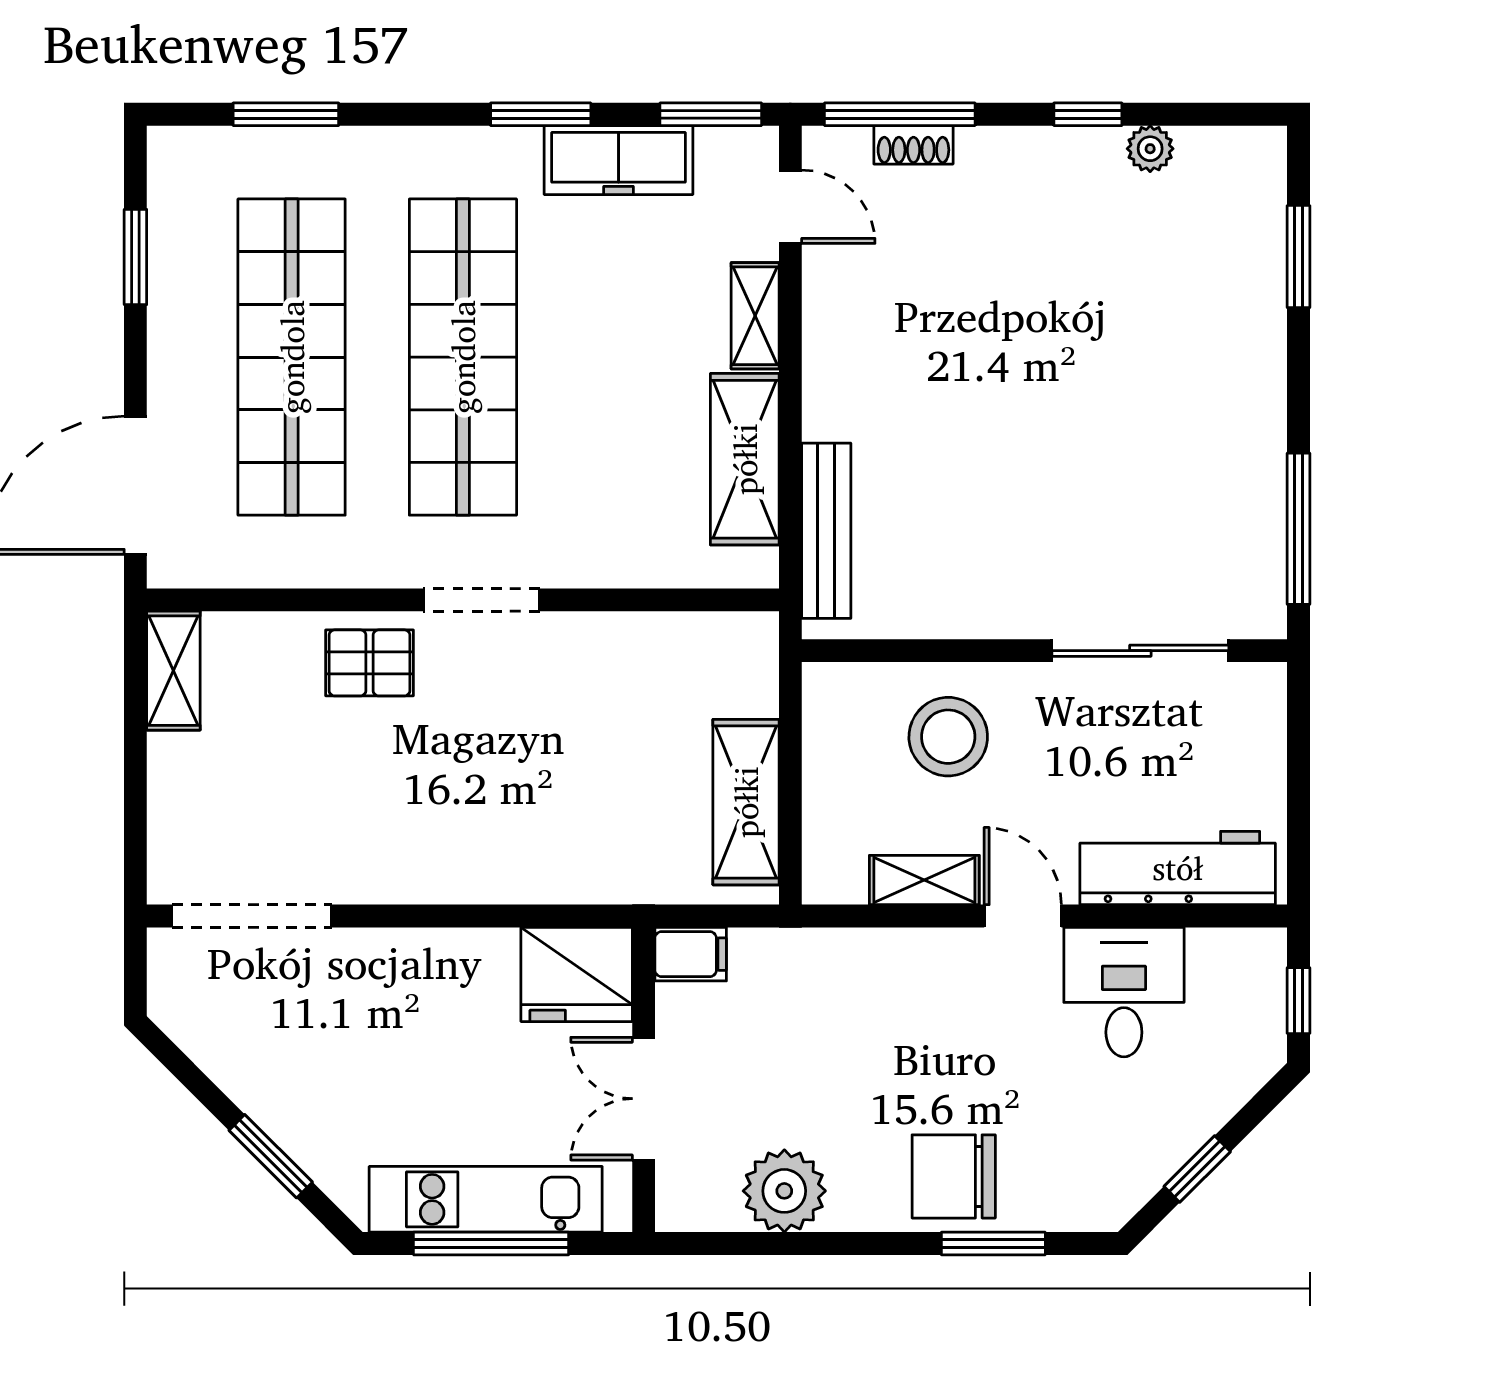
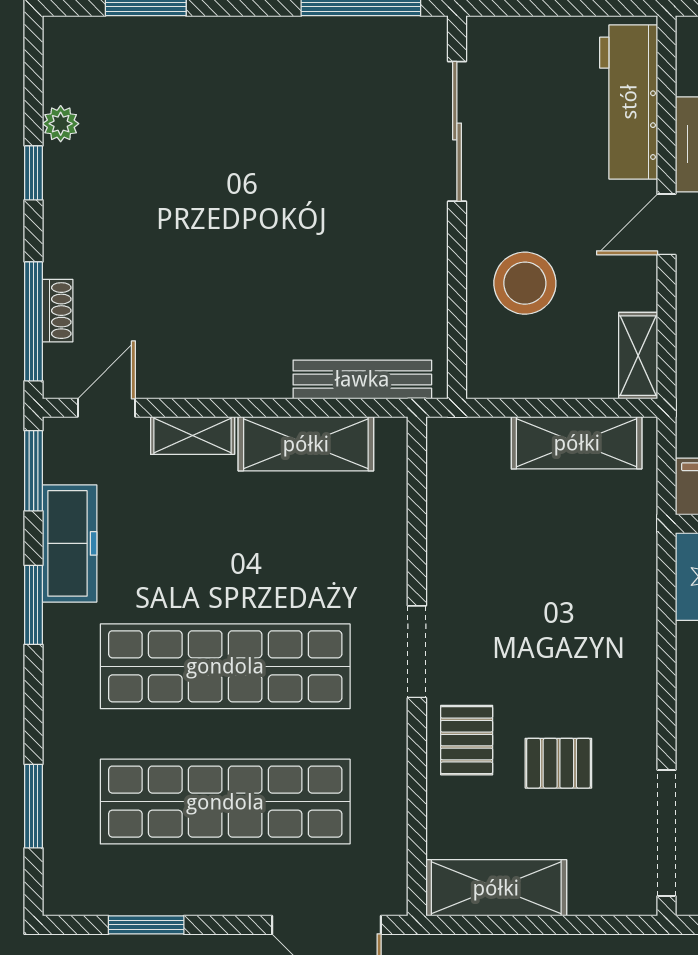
shelving: (173, 671) -> (496, 888), width x1.50, depth x1.33
pallet: (340, 779) -> (558, 763), added
shelving: (924, 880) -> (638, 356), moved

